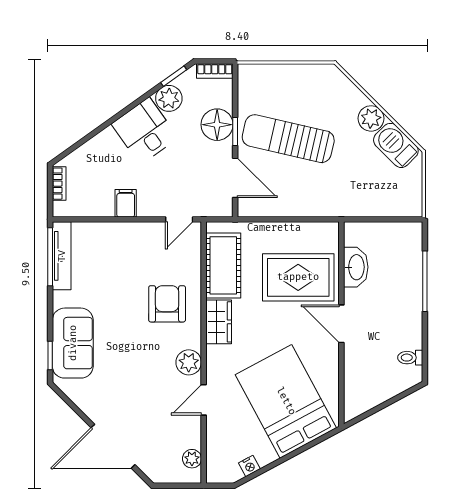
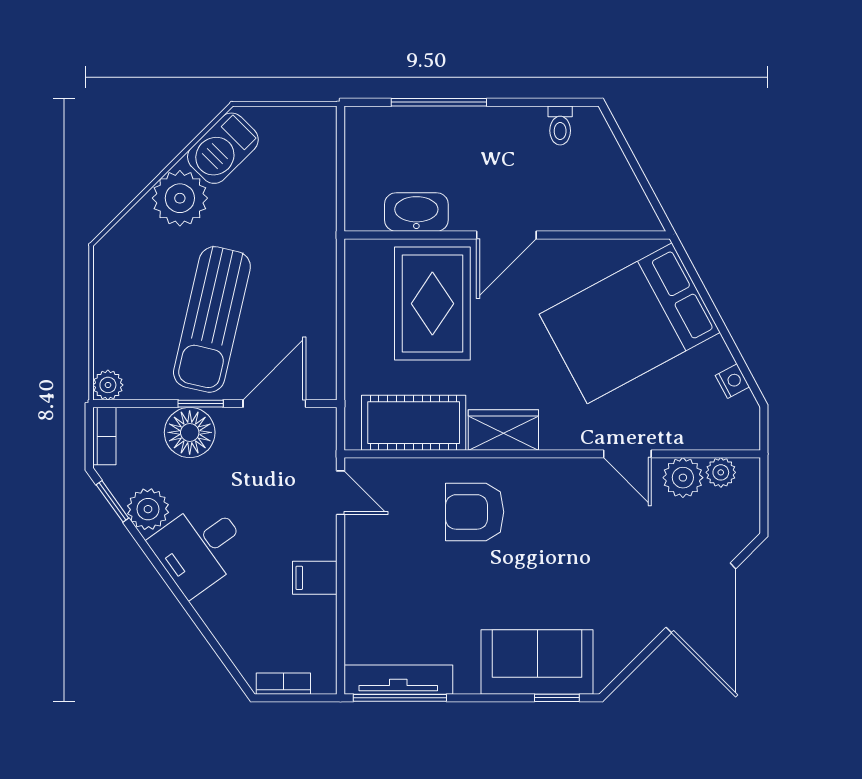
plant: (247, 73) -> (108, 385), added
plant: (371, 118) -> (180, 198), width x1.36, depth x1.36
plant: (189, 362) -> (683, 478), moved

